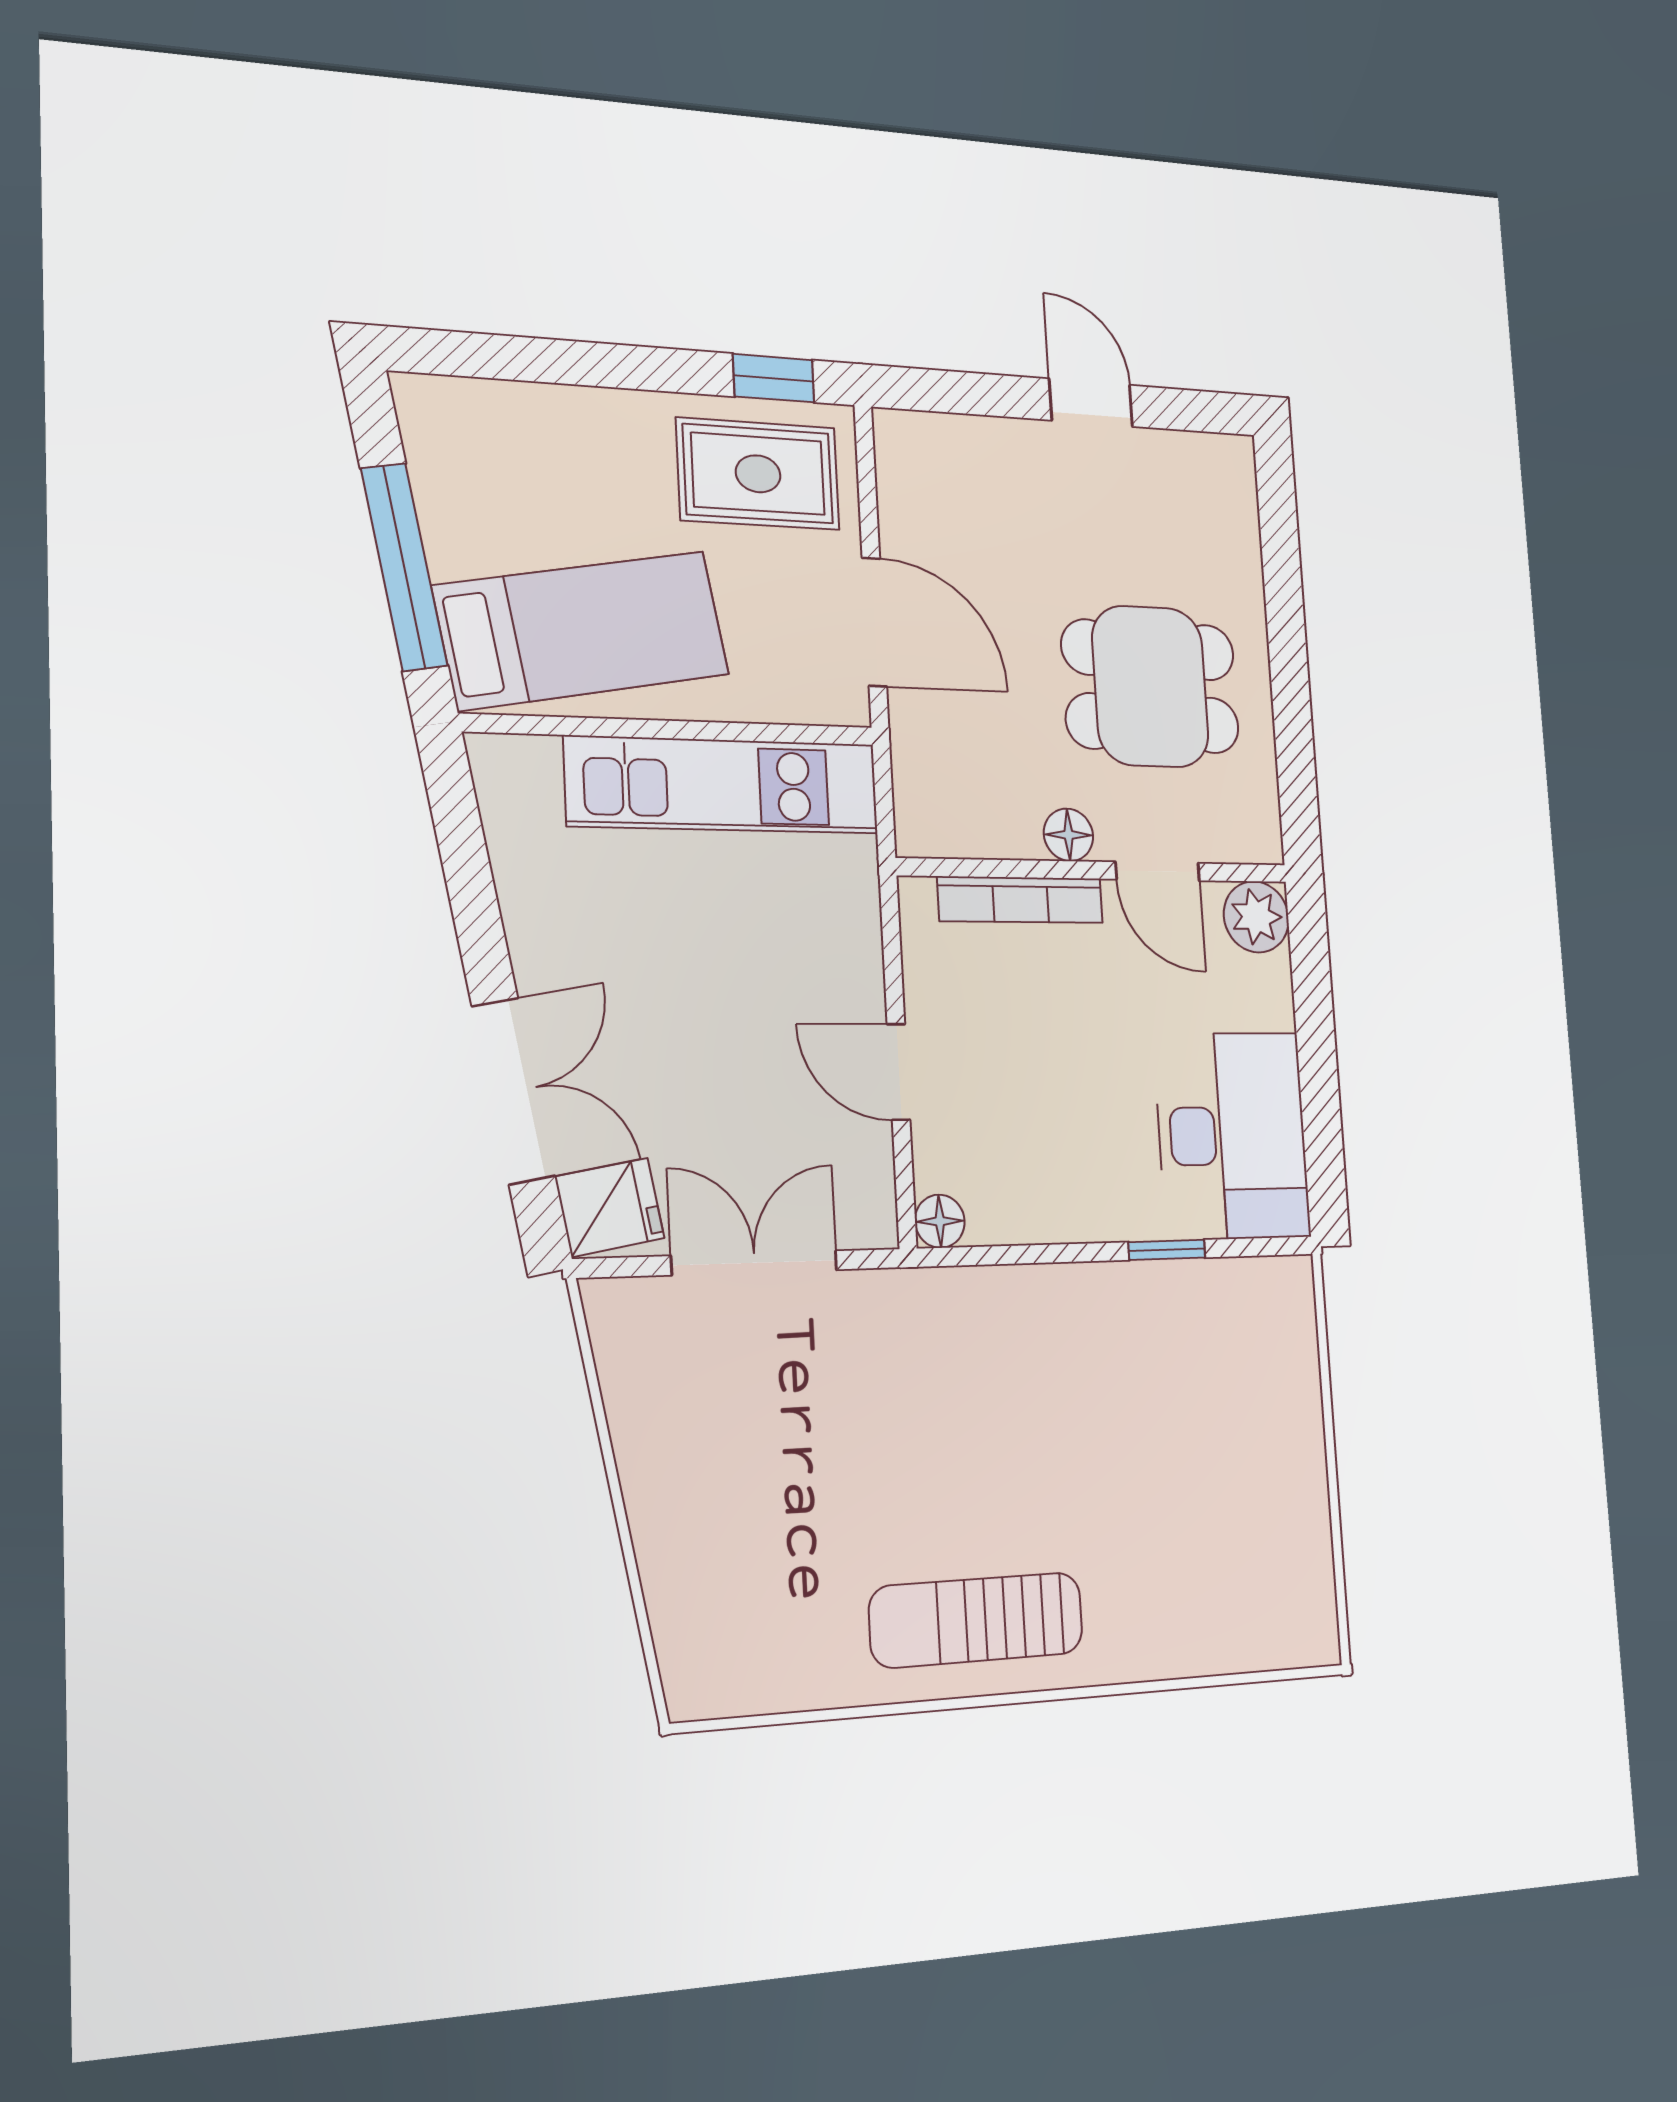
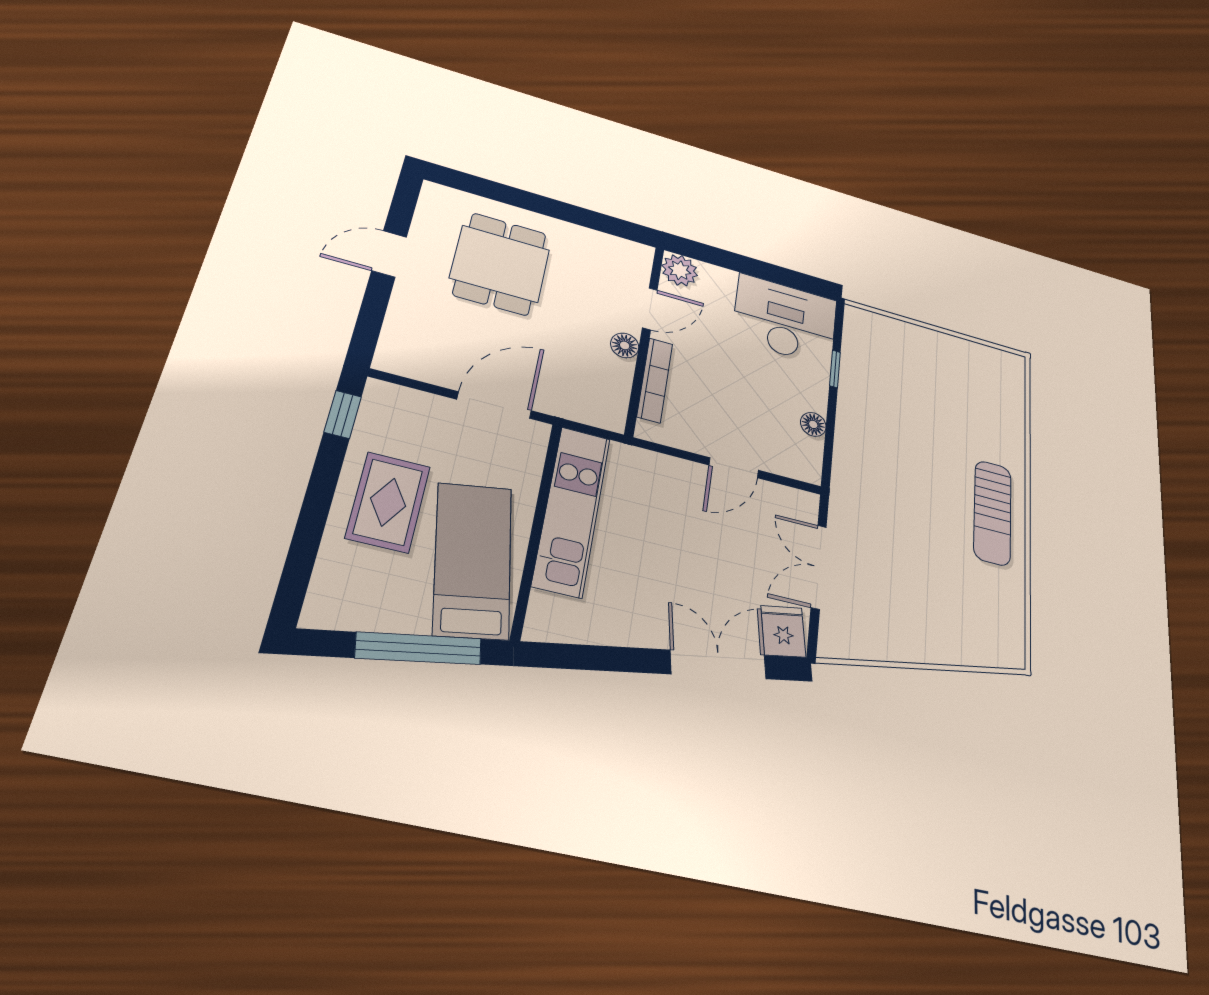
rug: (758, 474) -> (388, 502), moved
dining table: (1150, 686) -> (500, 264), moved
floor lamp: (940, 1221) -> (813, 424), moved

